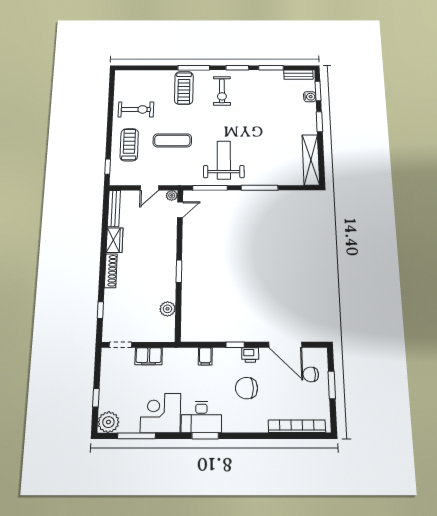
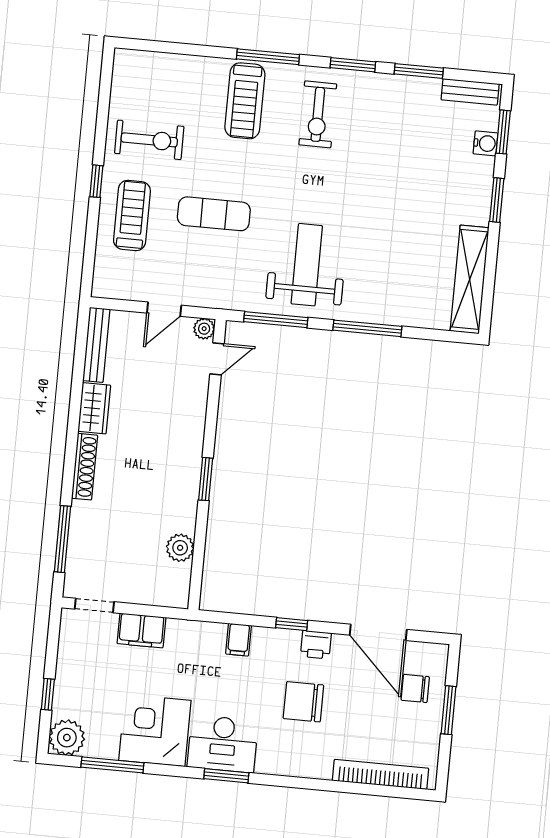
window: (108, 167) -> (96, 181), moved
window: (100, 310) -> (63, 539), width x2.17

